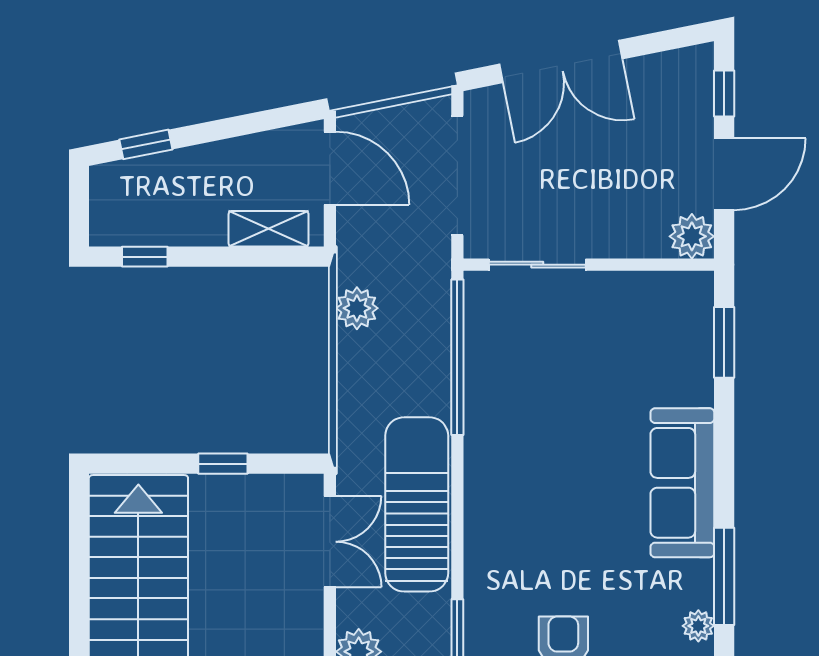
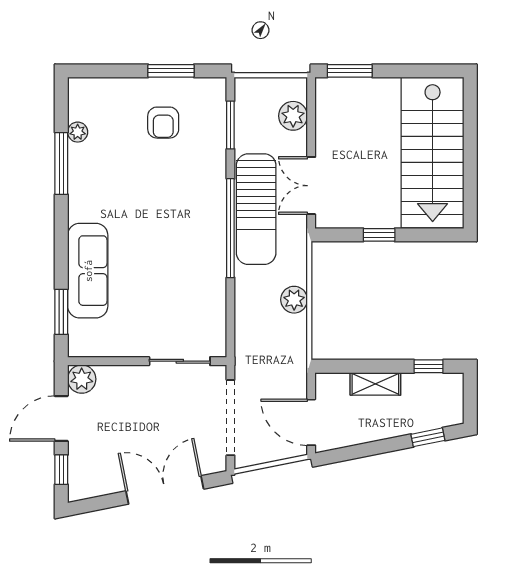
shelving: (269, 229) -> (375, 384), moved
plant: (357, 308) -> (294, 300), moved
window: (457, 357) -> (230, 228), moved
sofa: (682, 483) -> (88, 271), moved

